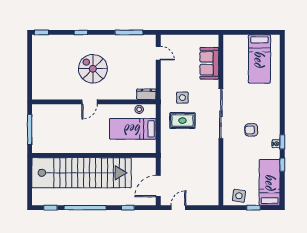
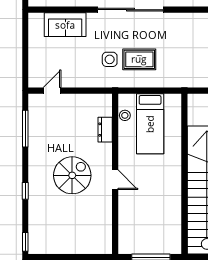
spiral stairs: (93, 69) -> (72, 175), turned 180
dresser: (146, 94) -> (105, 130), moved
rug: (182, 121) -> (139, 59), turned 90

